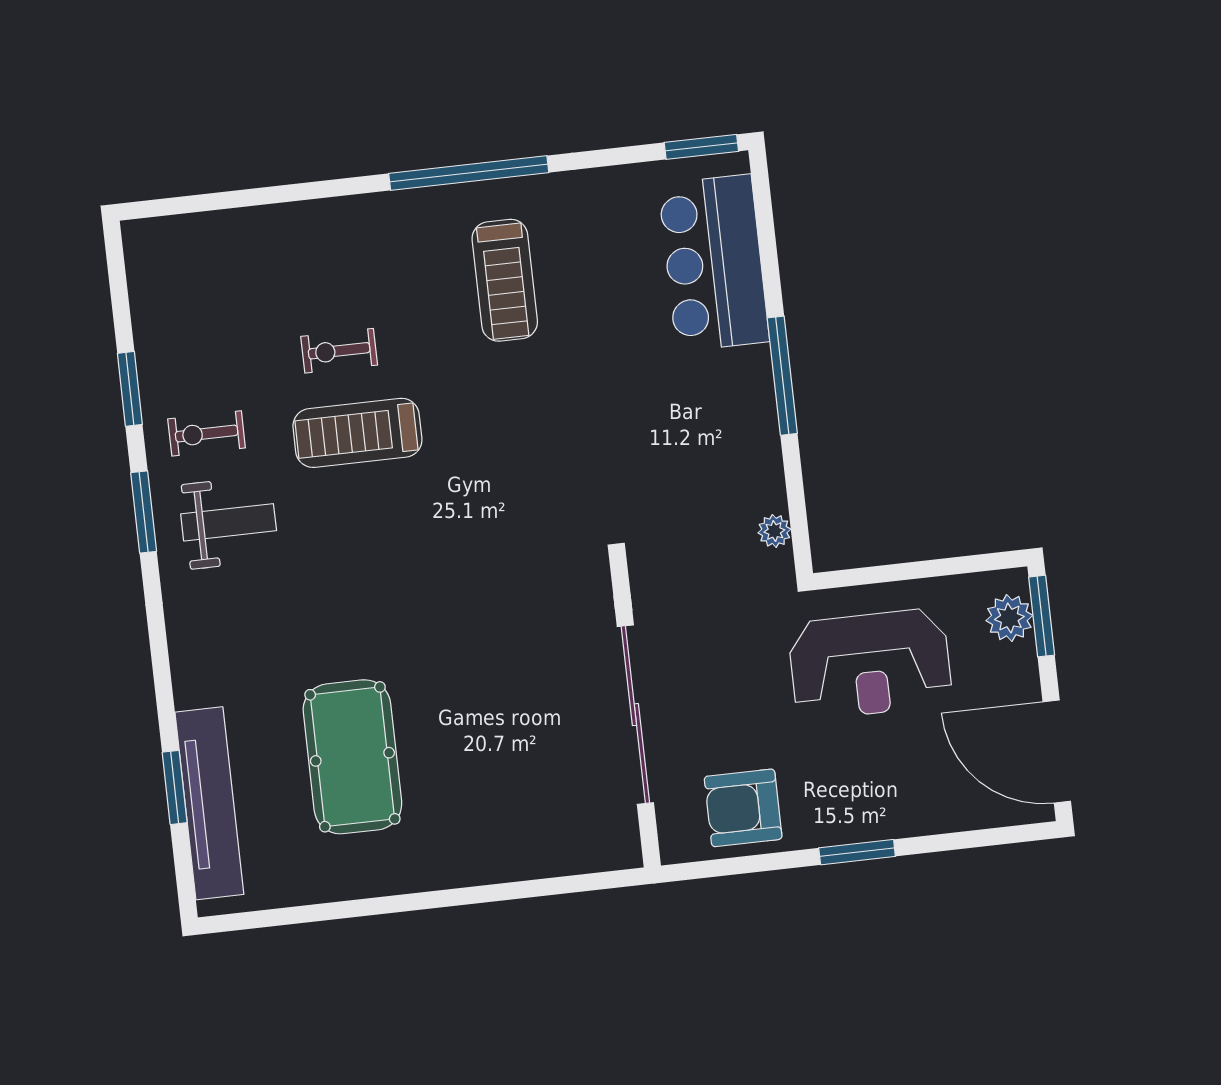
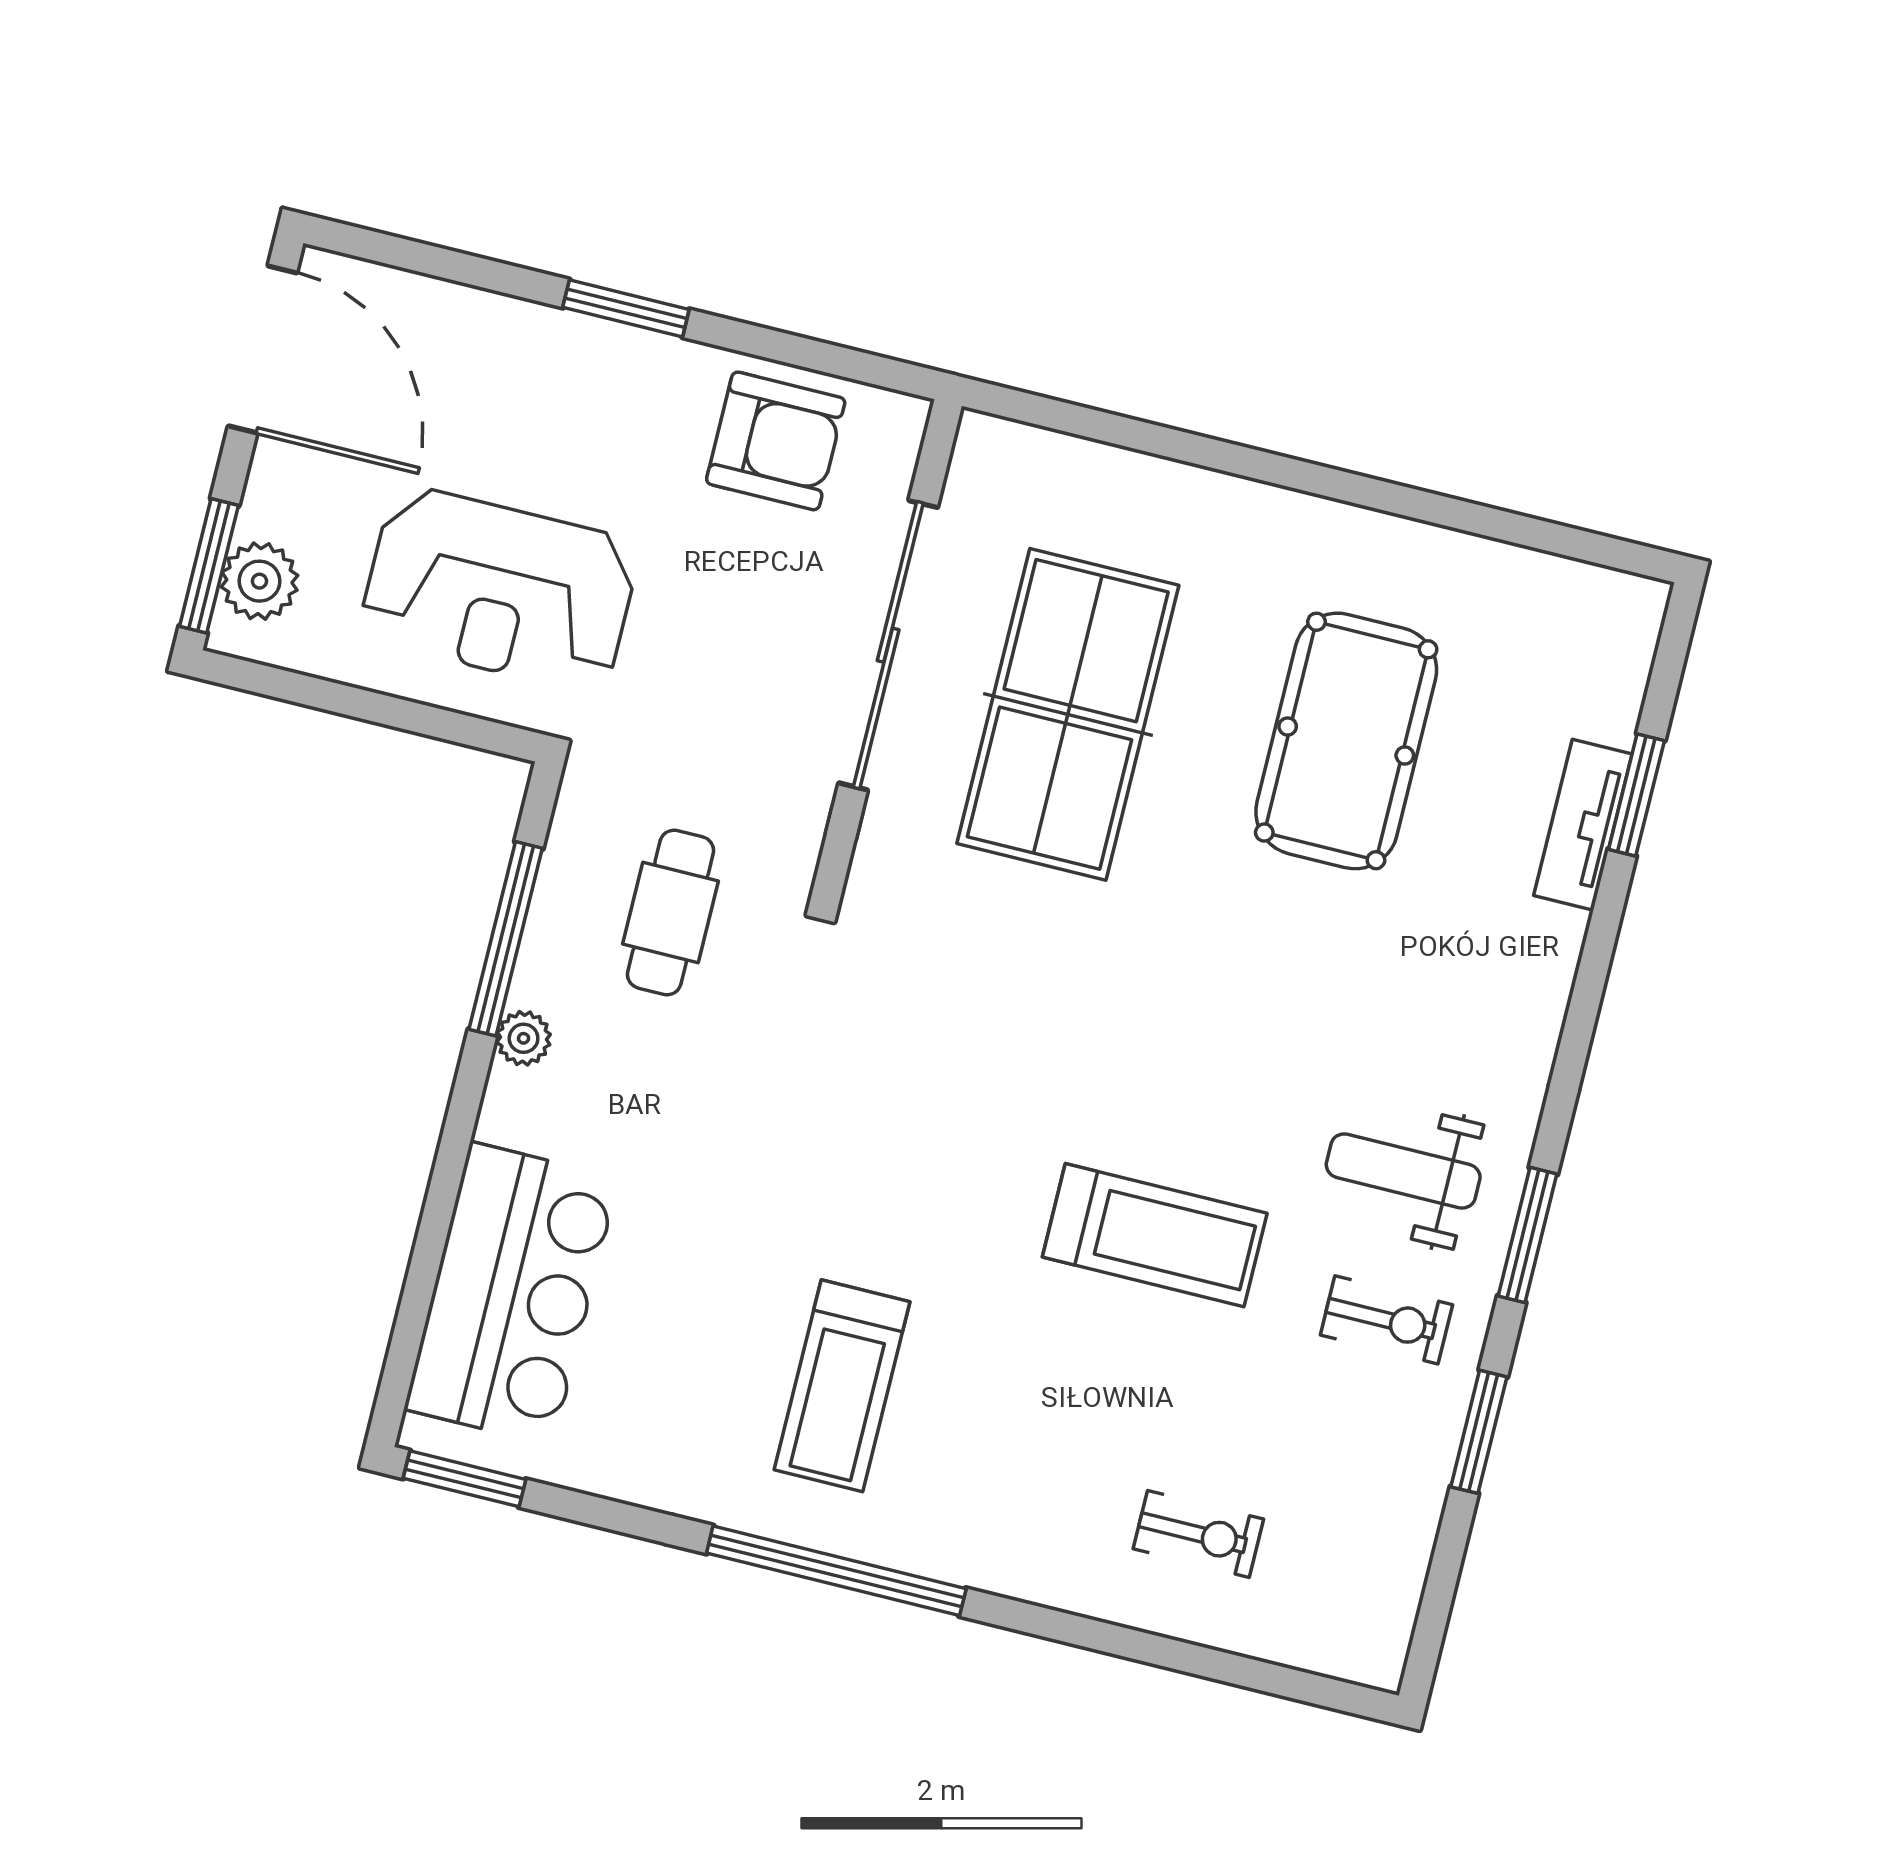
treadmill: (505, 280) -> (842, 1386), turned 180
exercise bike: (339, 351) -> (1198, 1534), moved
window: (782, 376) -> (506, 939), moved
cafe table: (703, 515) -> (671, 913), added
plant: (774, 531) -> (524, 1038), moved
reception desk: (870, 664) -> (499, 589), turned 180
table tennis table: (518, 713) -> (1068, 714), added
tv unit: (209, 803) -> (1583, 825), width x0.52, depth x0.78

